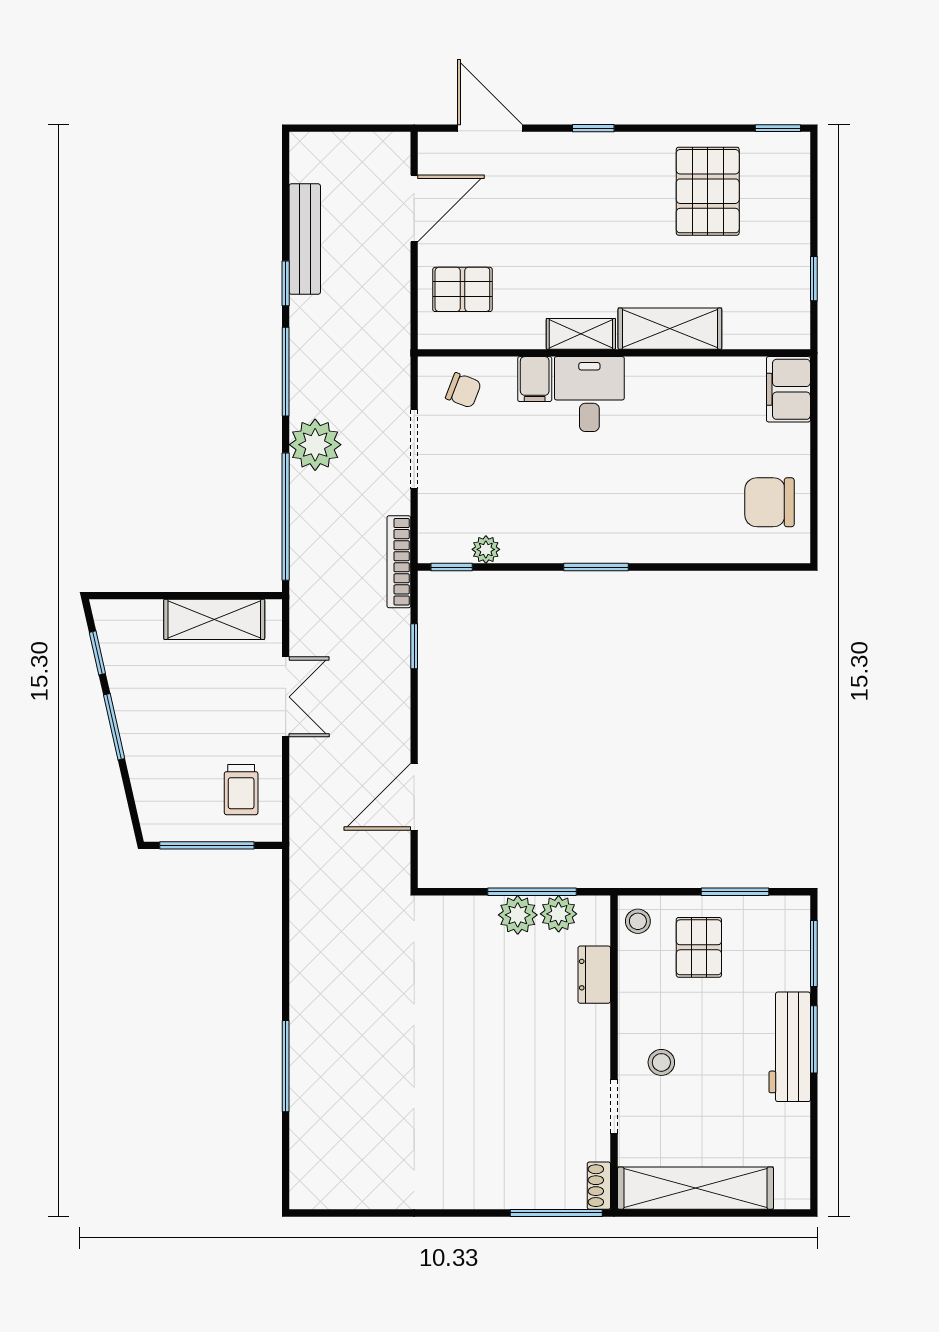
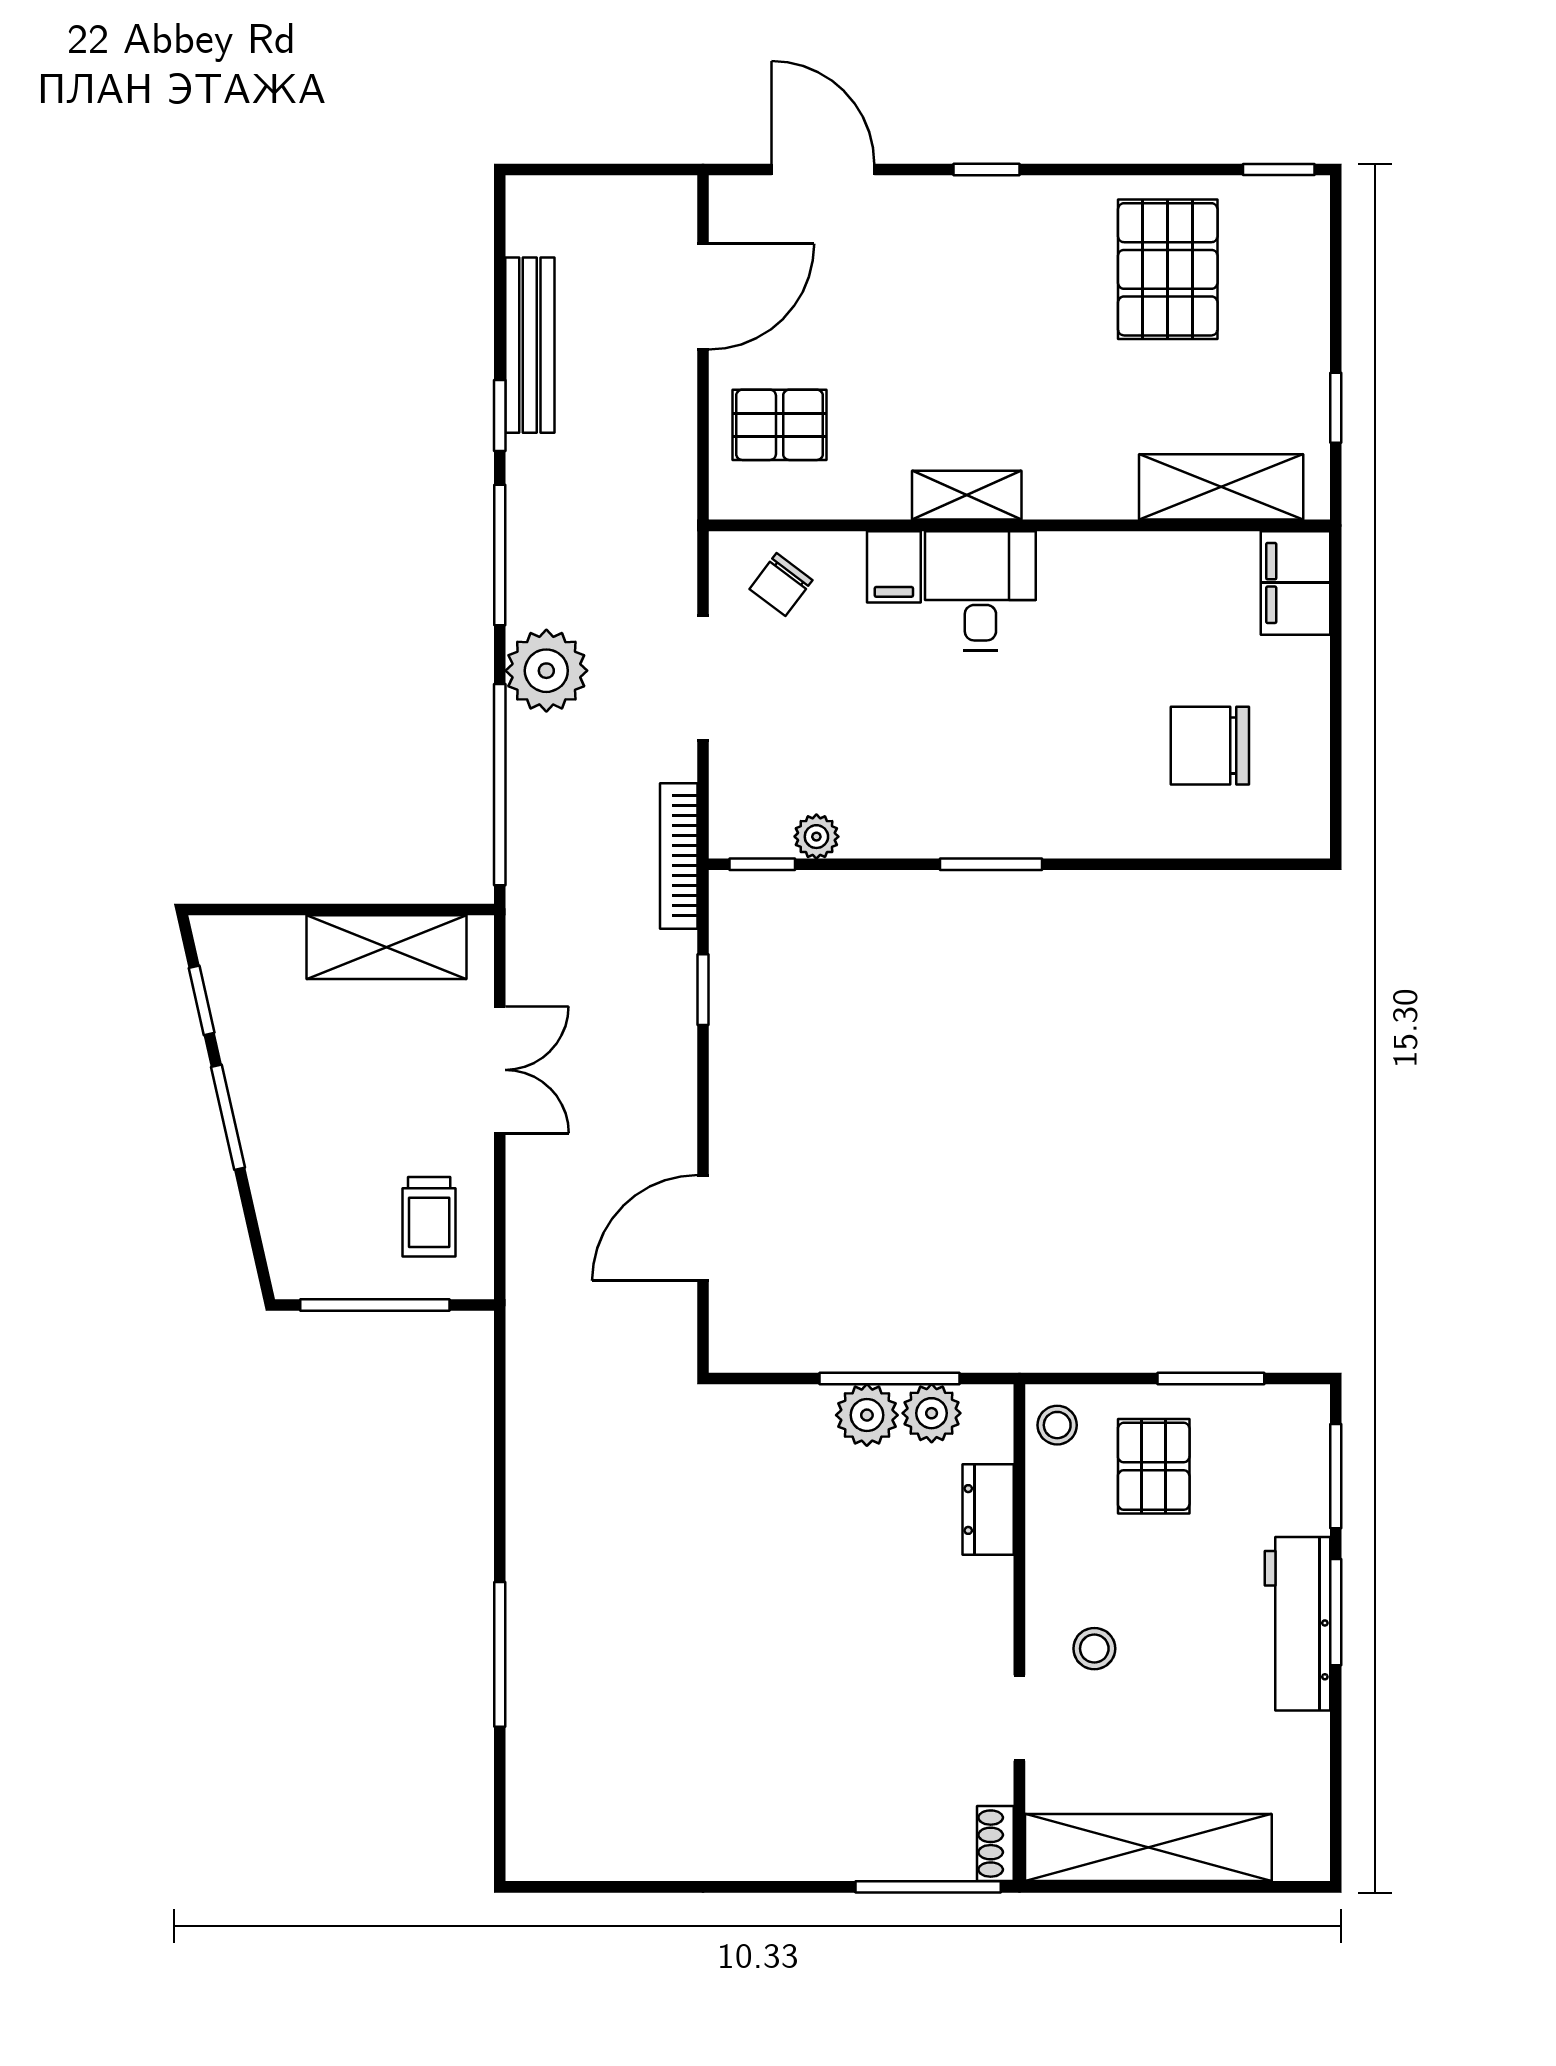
shelving: (670, 329) -> (1221, 487), moved
chair: (463, 390) -> (781, 585), turned 106
chair: (770, 502) -> (1210, 746), moved

